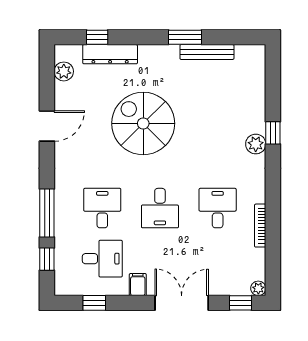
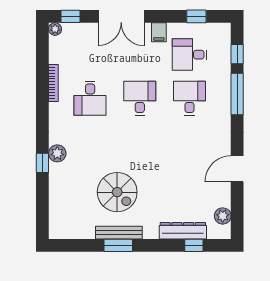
bench: (207, 52) -> (119, 233), moved
spiral stairs: (143, 123) -> (117, 192), moved, width x0.73, depth x0.73
desk: (102, 208) -> (190, 98), turned 180

